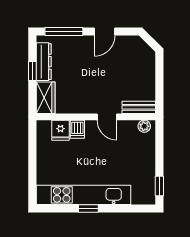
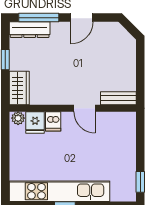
dresser: (44, 62) -> (30, 30), moved, turned 90
plant: (144, 126) -> (18, 118), moved

